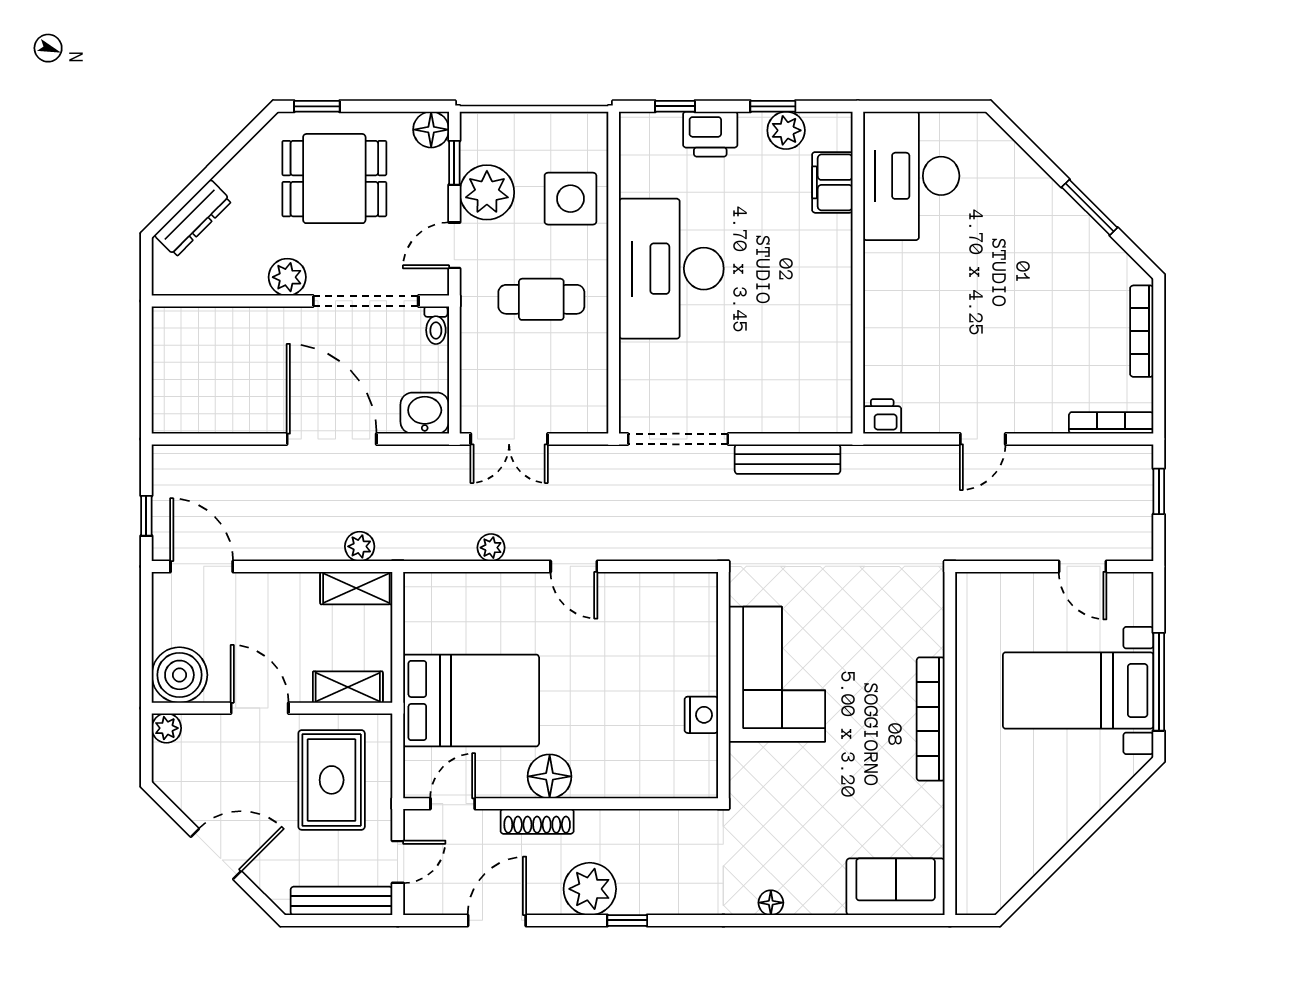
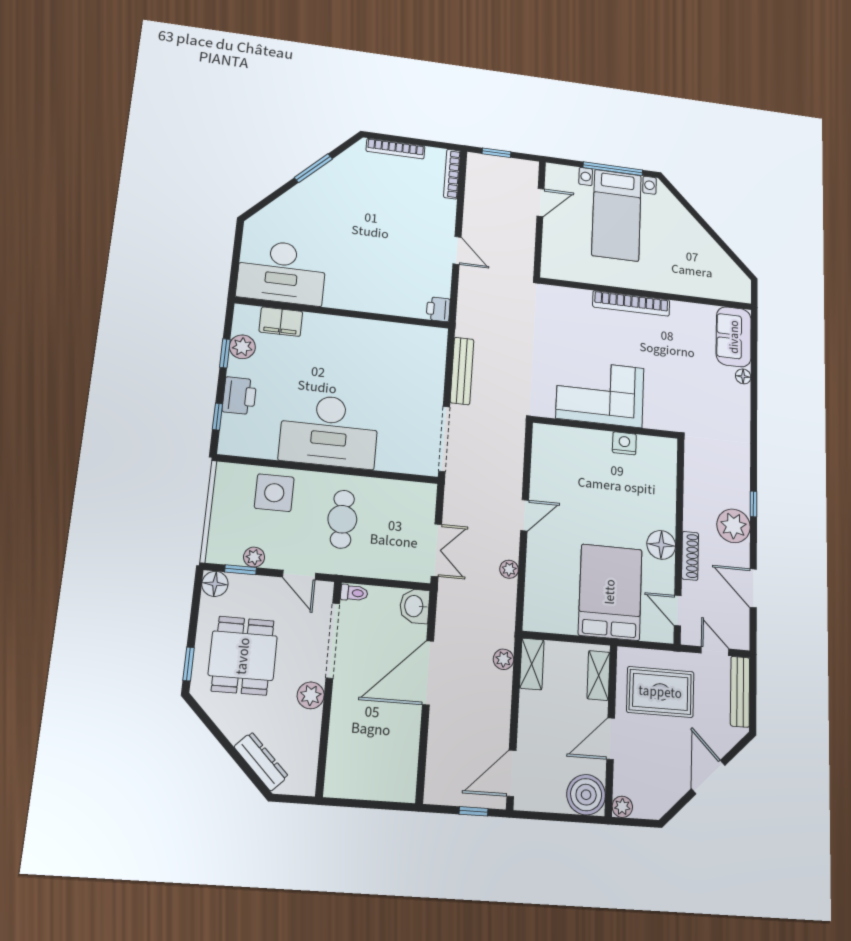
plant: (487, 192) -> (254, 557), width x0.53, depth x0.53
floor lamp: (771, 903) -> (743, 376), moved

